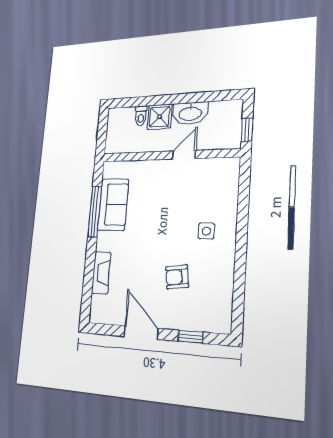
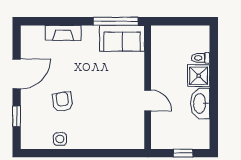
wall: (169, 155) -> (148, 87), moved
door: (184, 155) -> (148, 100), moved
side table: (206, 231) -> (60, 139), moved

